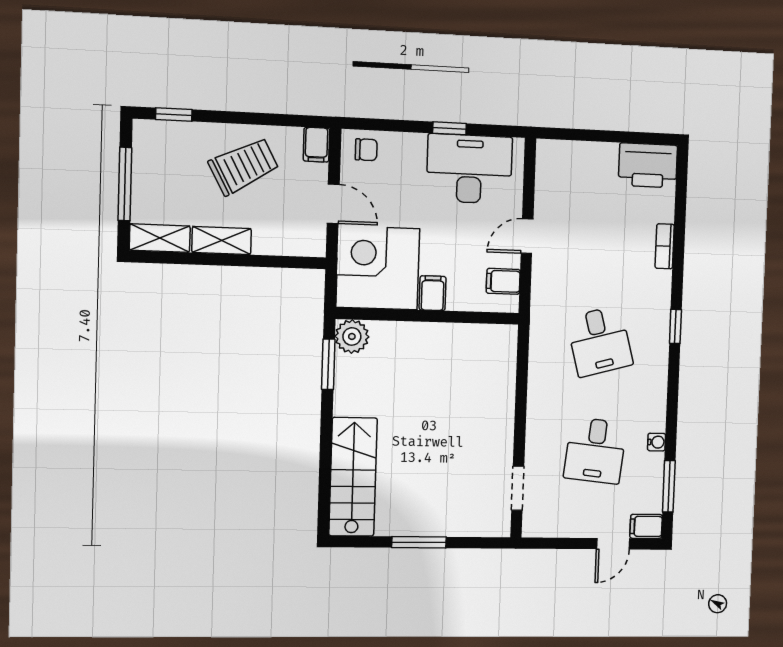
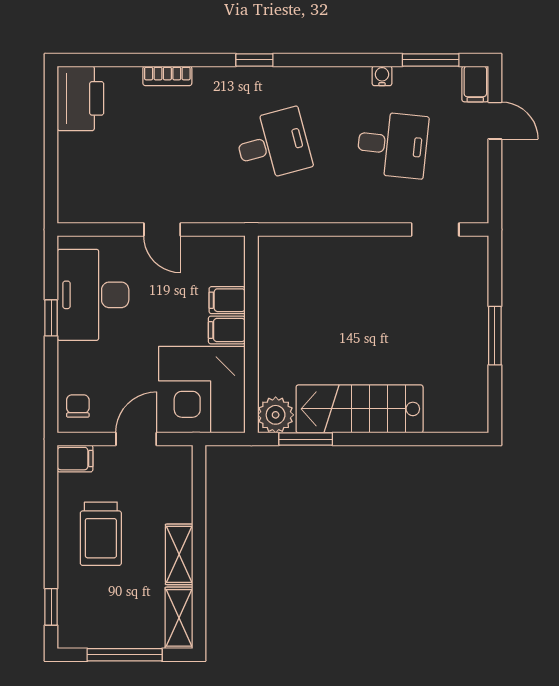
trolley: (244, 166) -> (101, 534), turned -152
filing cabinet: (503, 281) -> (227, 300), moved, turned 90
stairs: (353, 477) -> (360, 409), moved

